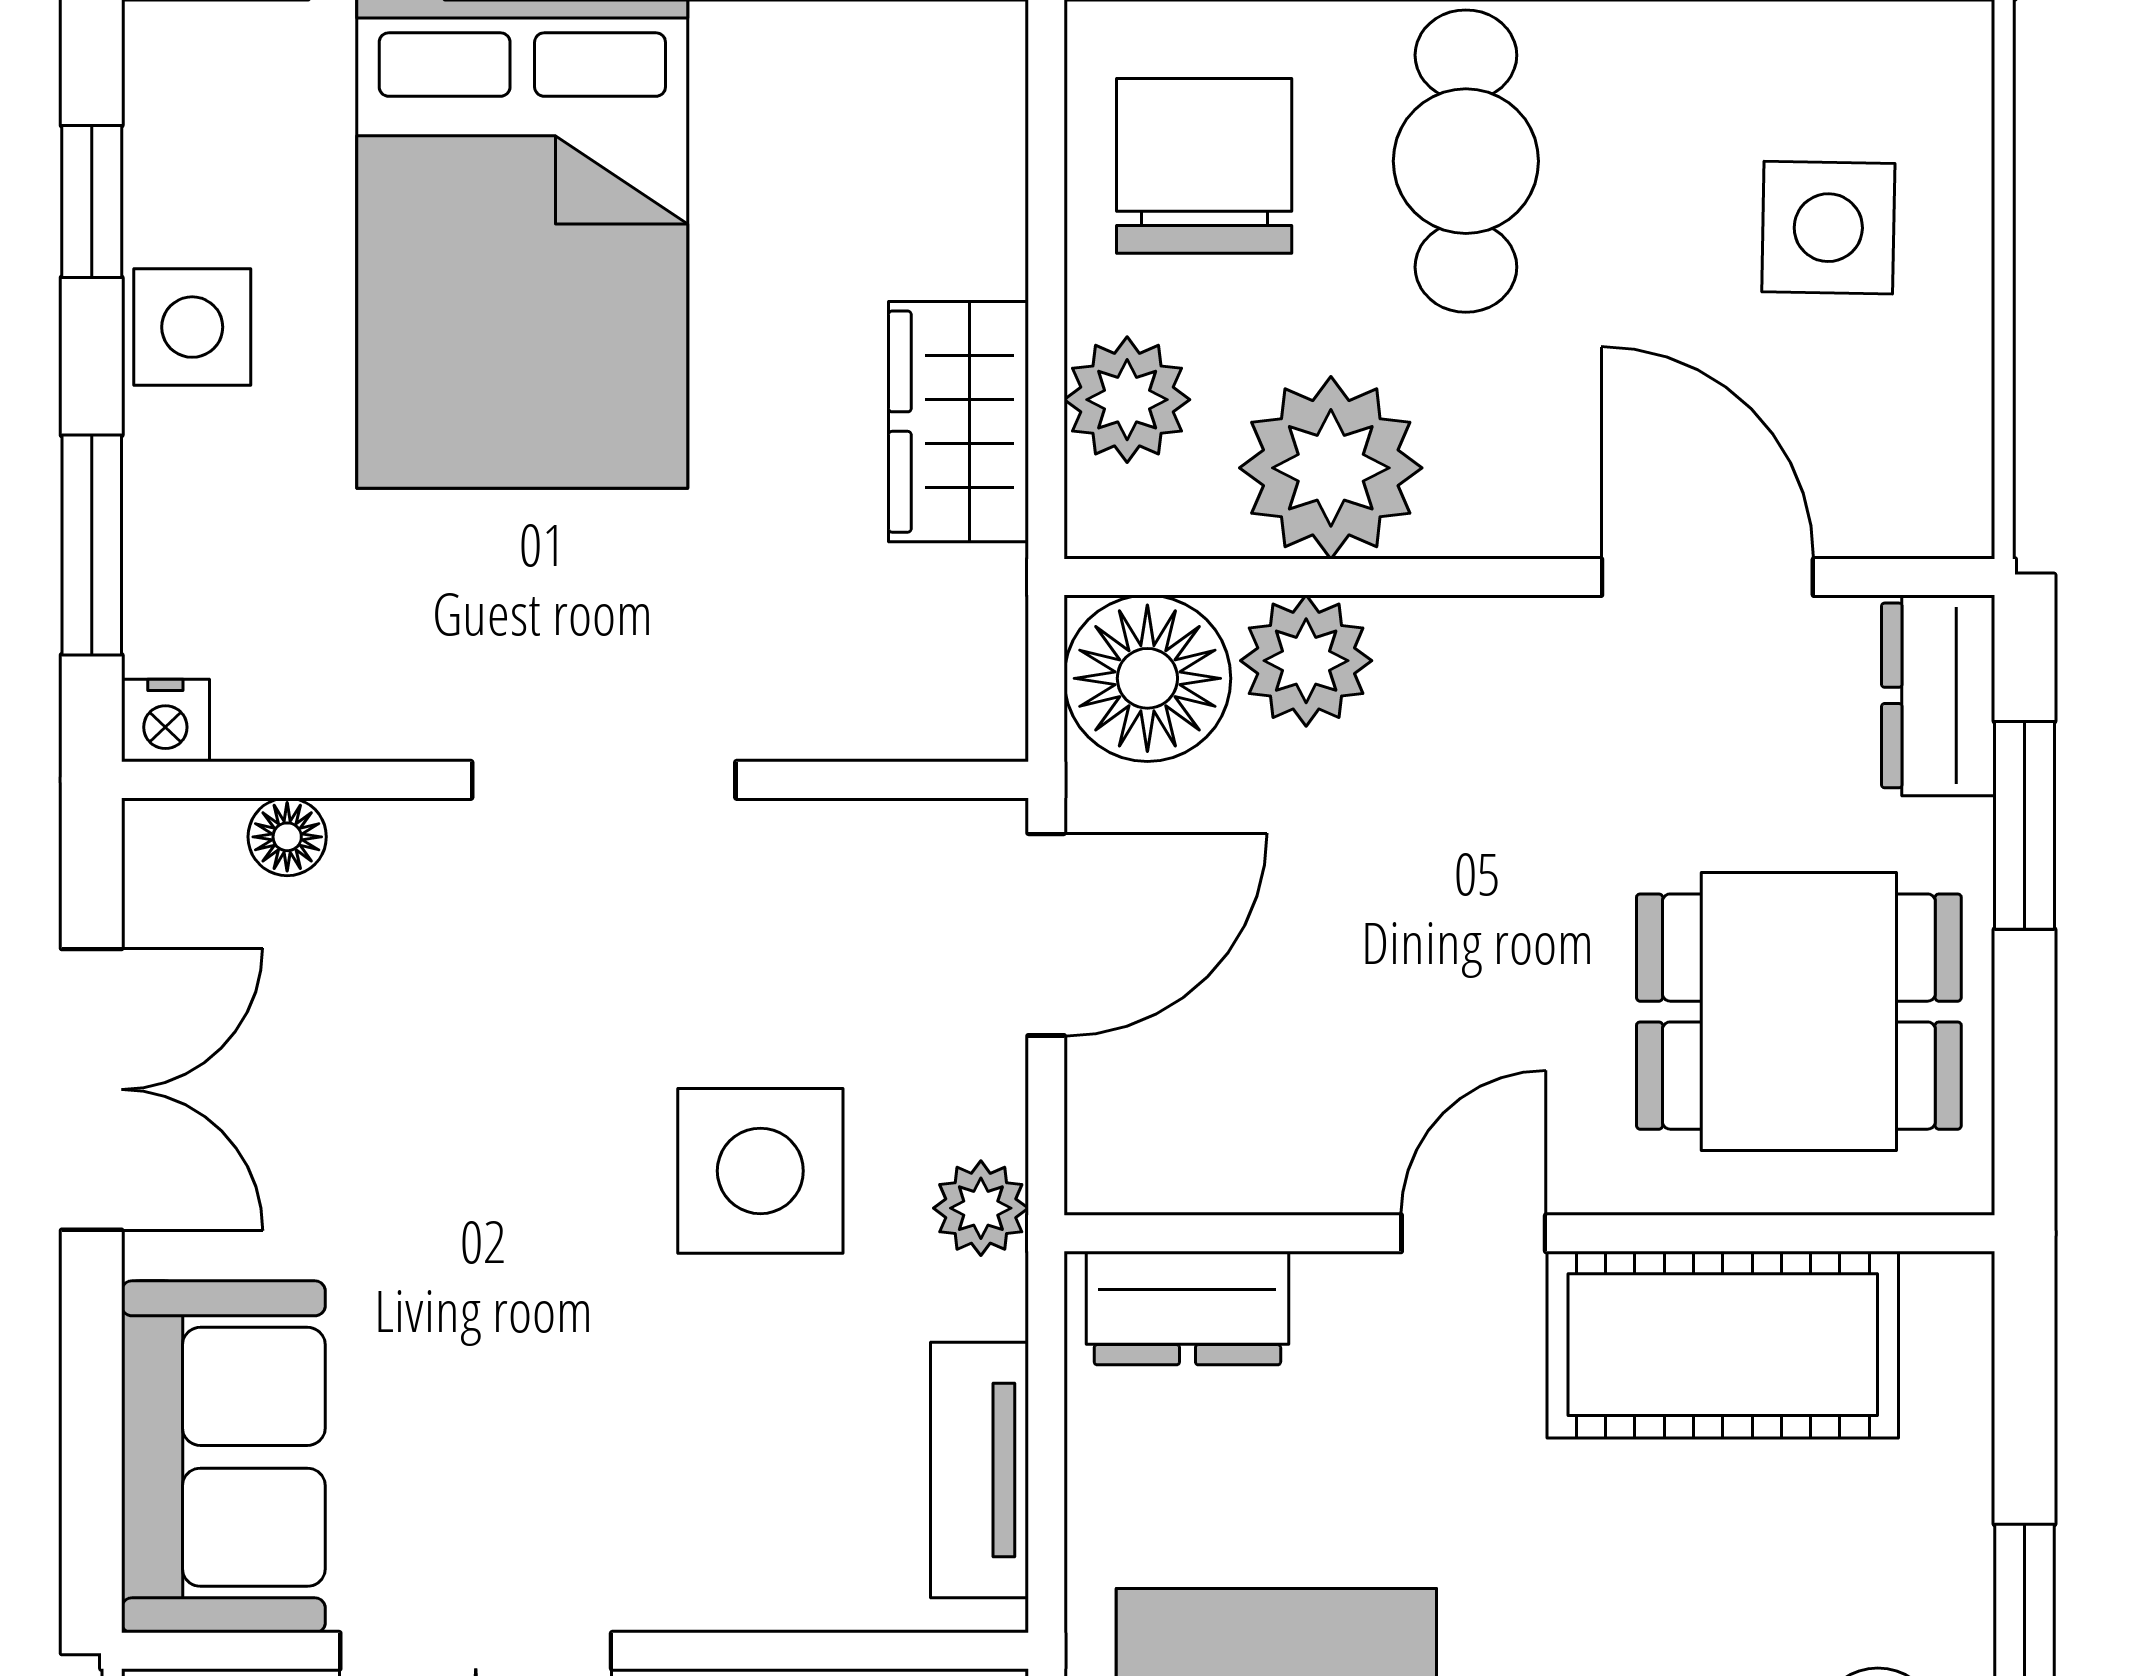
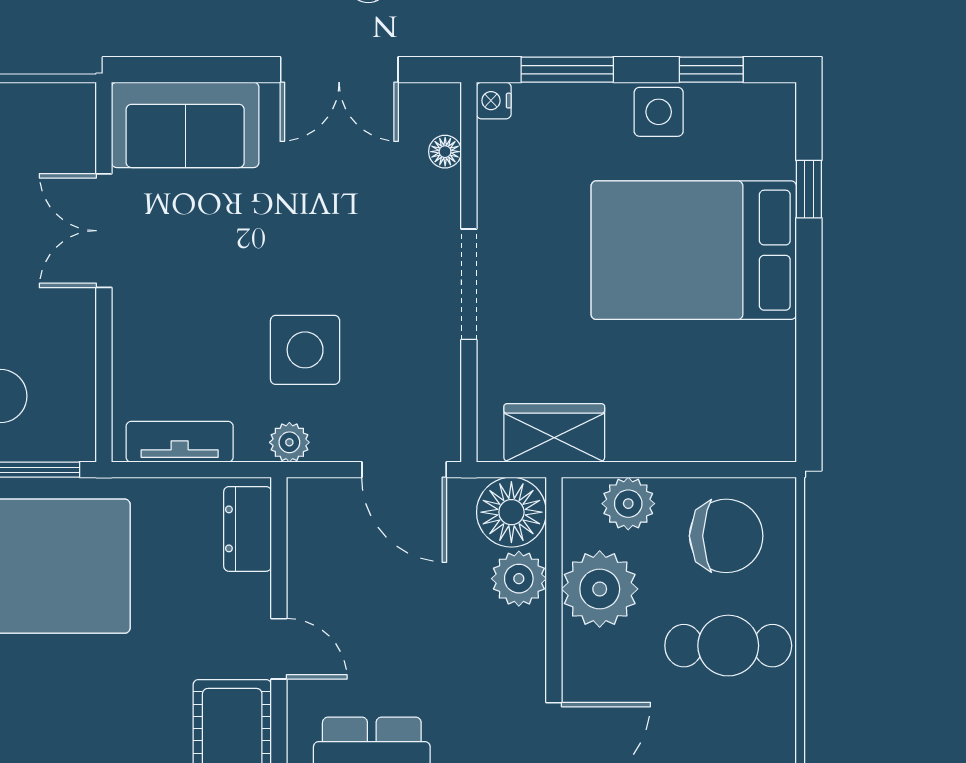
wardrobe: (958, 422) -> (554, 433), moved

